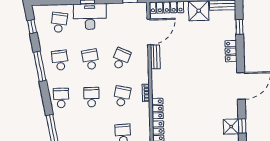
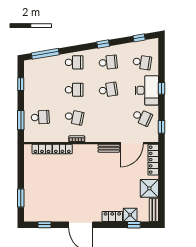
door: (149, 32) -> (132, 143), hinge flipped
school desk: (121, 59) -> (142, 117), moved
window: (40, 66) -> (103, 44), width x0.46
shower: (231, 127) -> (130, 215), moved

